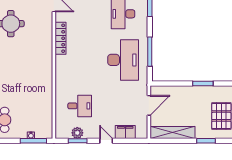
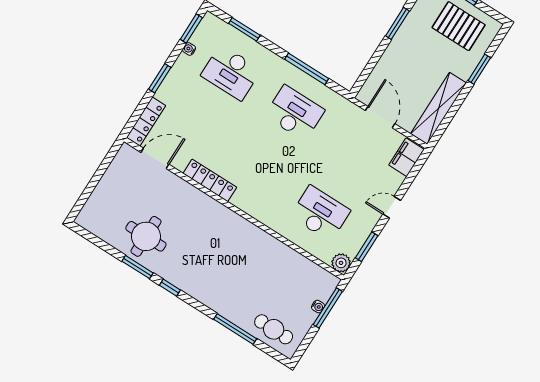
desk: (123, 60) -> (295, 113), width x0.73, depth x0.77
desk: (80, 106) -> (320, 213), width x1.37
filing cabinet: (125, 132) -> (406, 157), moved
plant: (77, 133) -> (341, 263), moved

